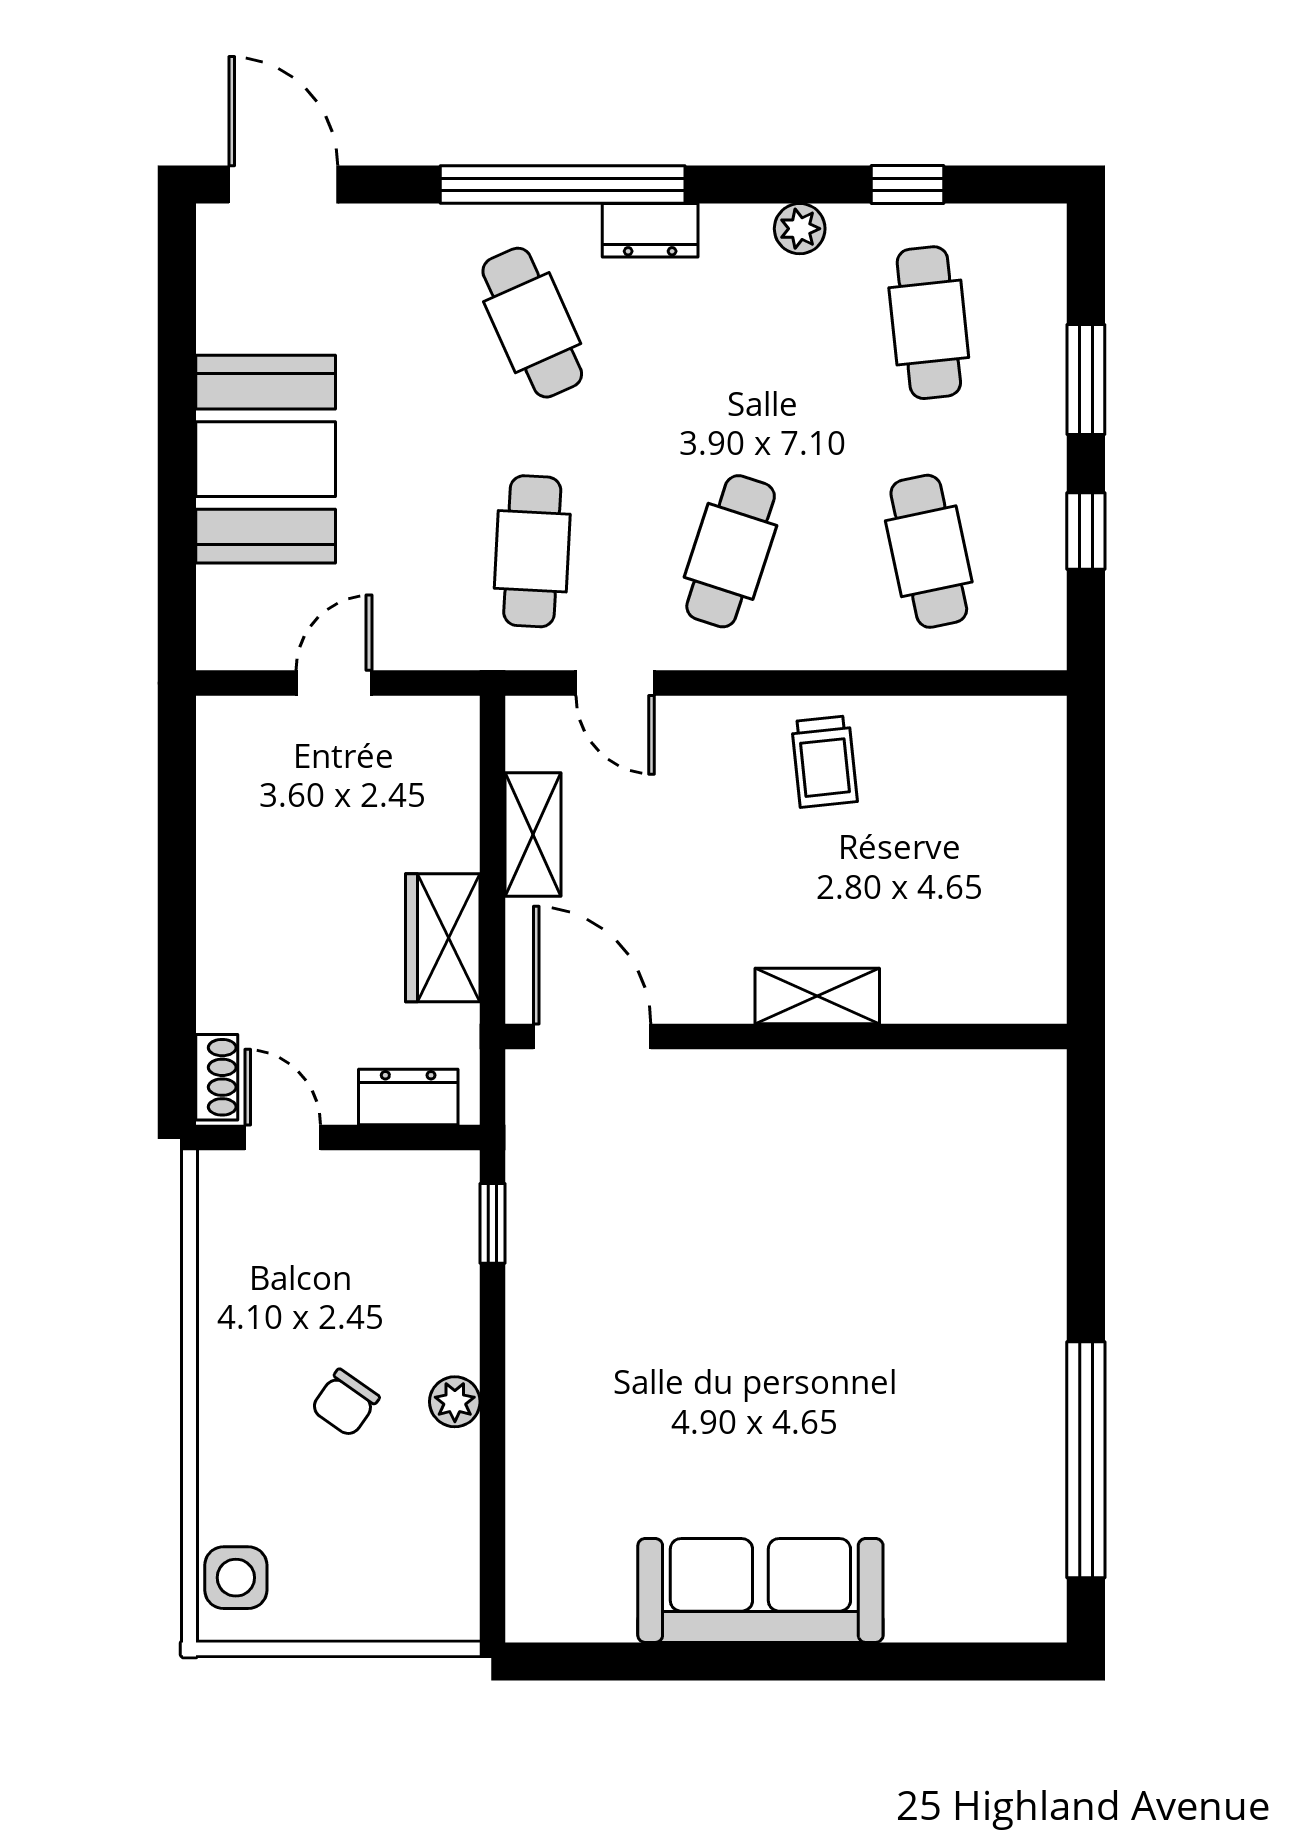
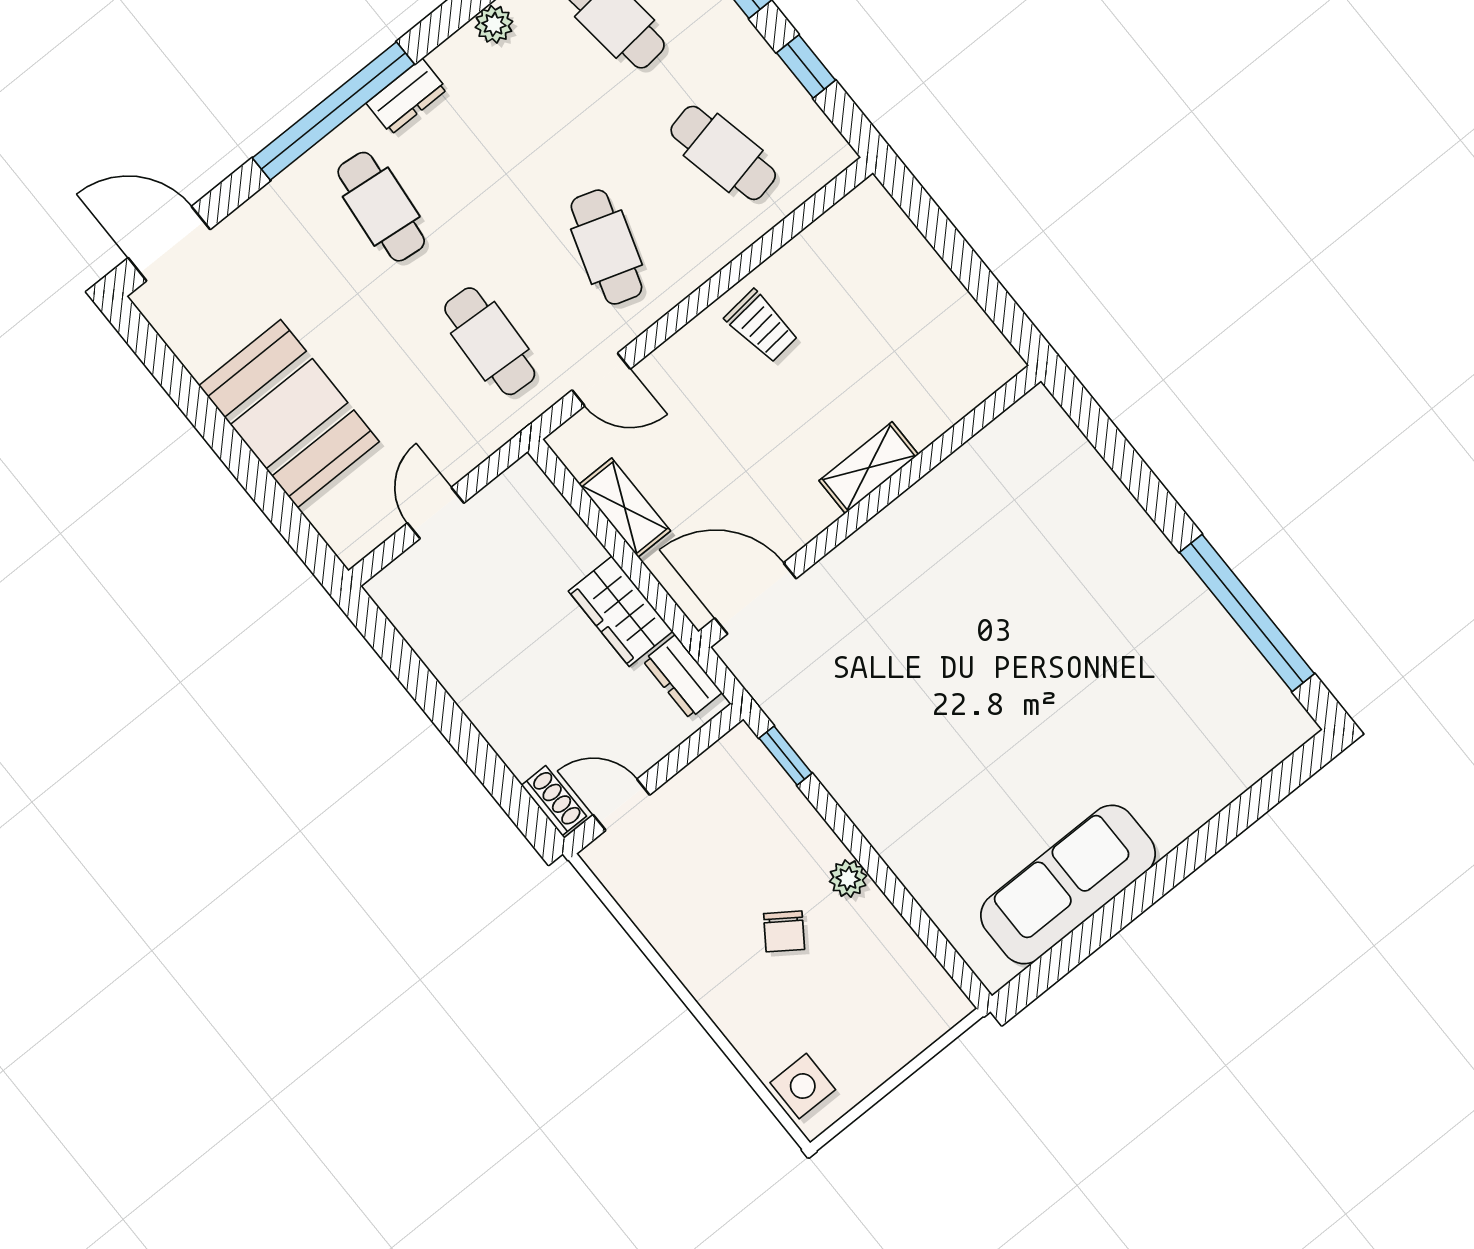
cafe table: (532, 323) -> (381, 207), turned 30
dresser: (408, 1097) -> (682, 677), moved, turned -90
sofa: (760, 1590) -> (1068, 884), moved

